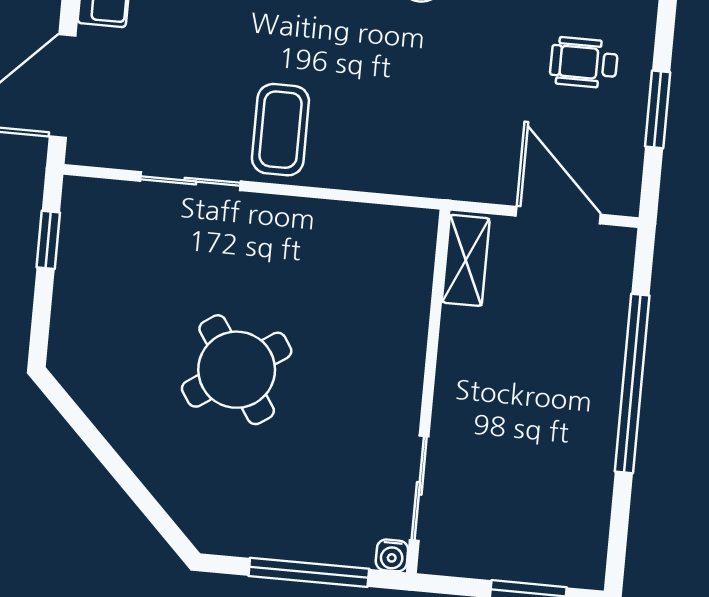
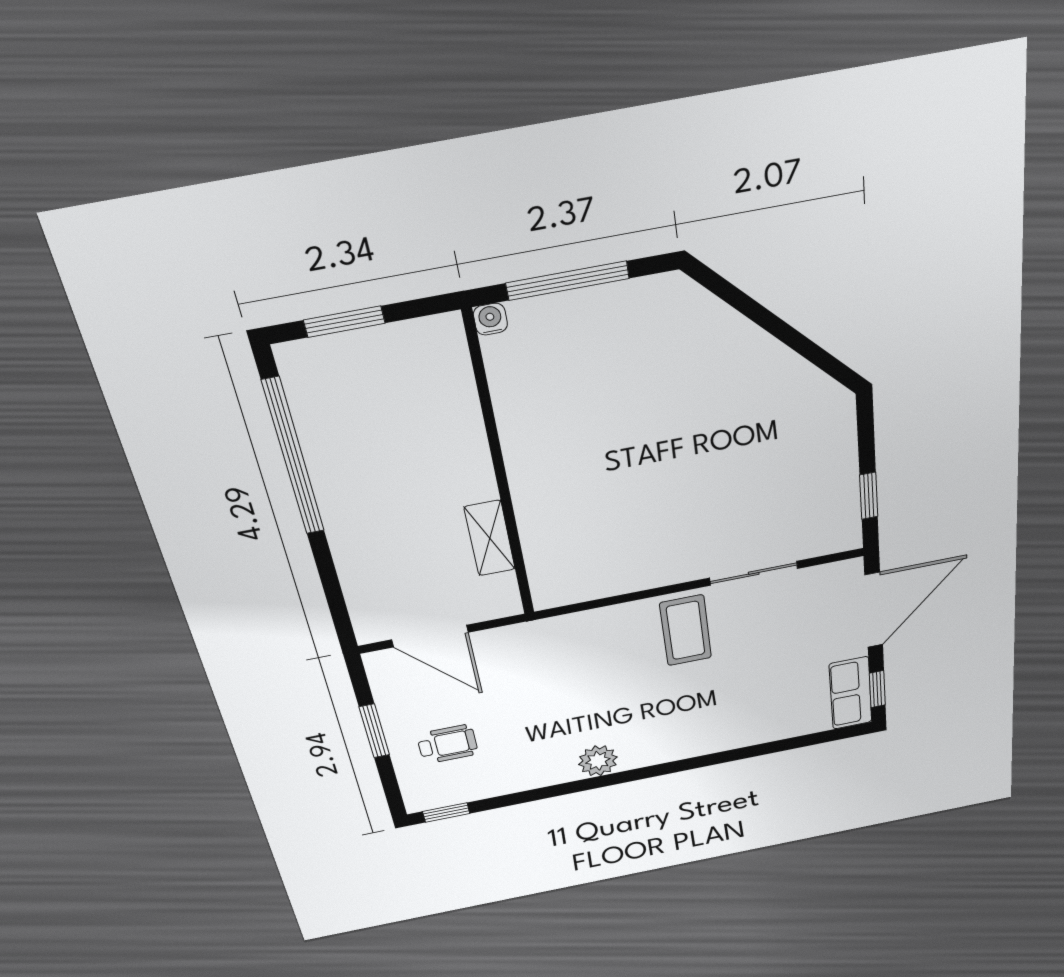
shelving: (466, 260) -> (490, 538), moved
round table: (237, 370) -> (681, 440), removed
window: (632, 384) -> (293, 457), moved
sliding door: (419, 488) -> (482, 387), removed

